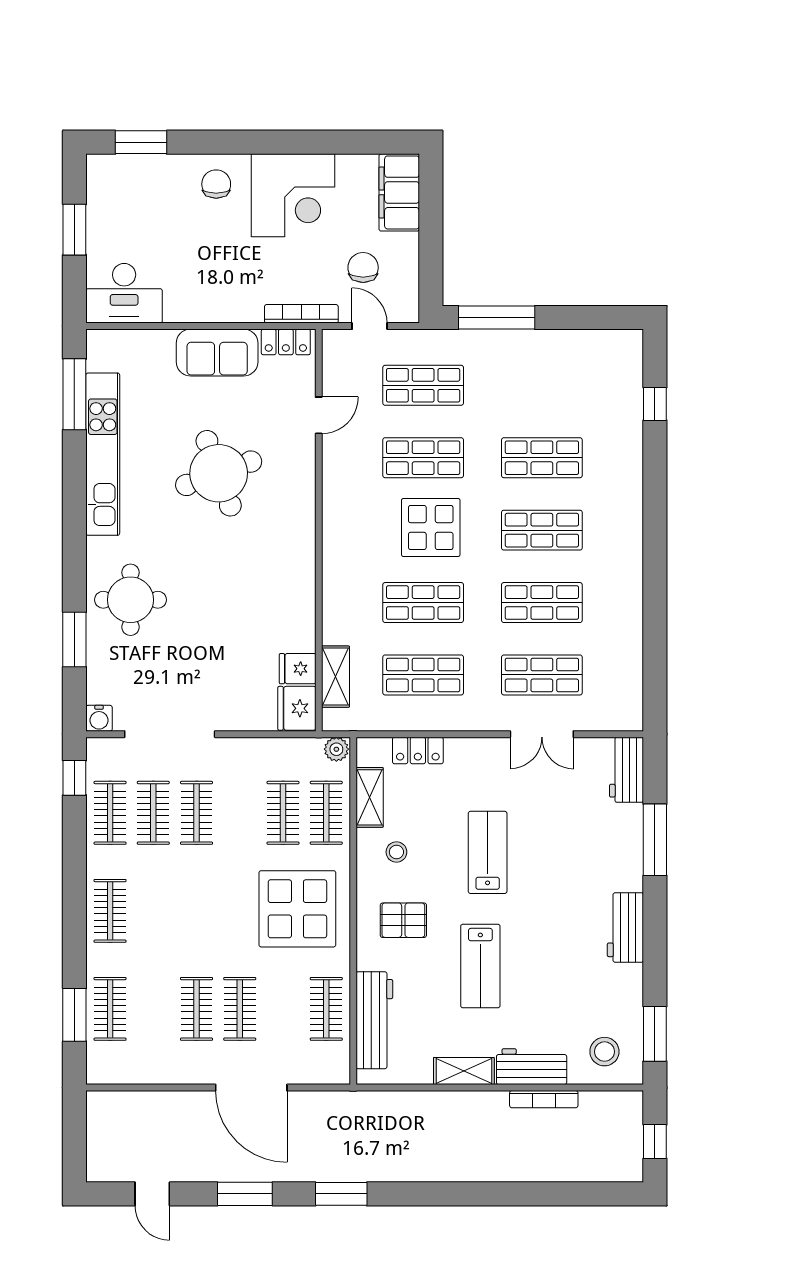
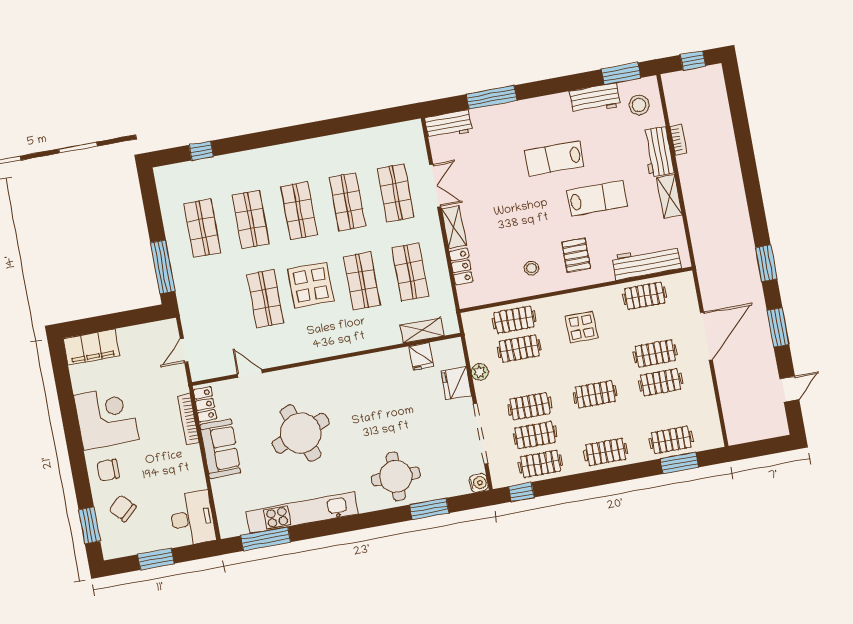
chair: (363, 267) -> (123, 508), moved, turned 47
bookcase: (301, 314) -> (188, 419), moved
shop shelf: (423, 385) -> (202, 228), moved
fridge: (297, 708) -> (456, 383), moved, turned 90
plant: (336, 749) -> (480, 372), moved
shelving: (370, 797) -> (454, 227), moved, turned 90
lab bench: (488, 852) -> (554, 158), moved
display table: (297, 909) -> (581, 327), width x0.54, depth x0.54
clothes rail: (197, 911) -> (595, 394), added
workbench: (625, 927) -> (595, 99), moved
bookcase: (544, 1099) -> (678, 140), width x0.64

